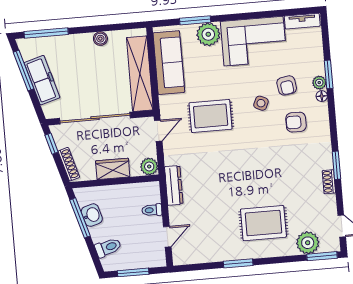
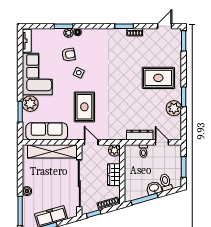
boiler: (100, 39) -> (27, 191), moved
armchair: (296, 122) -> (93, 51), removed
dresser: (174, 185) -> (140, 135), moved
washbasin: (92, 215) -> (154, 188), moved
rug: (263, 223) -> (158, 78), turned 90
plant: (308, 243) -> (174, 108), moved

